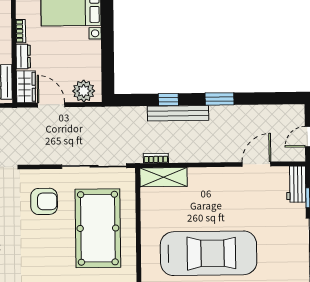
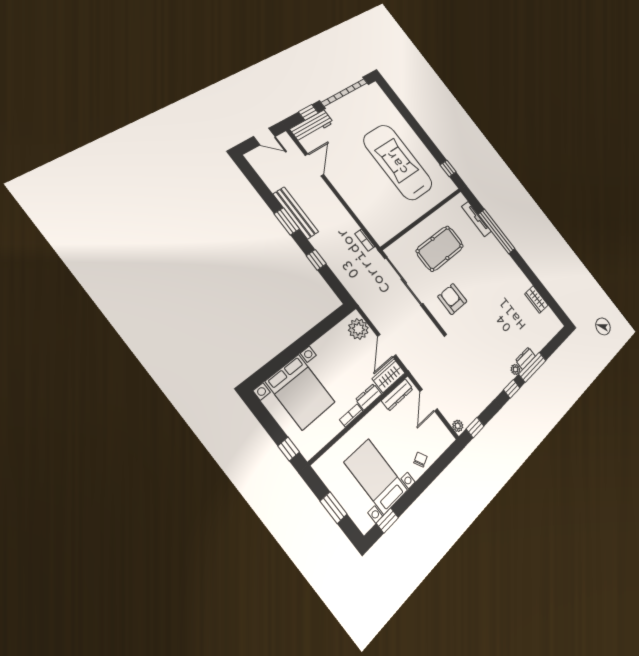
bench: (178, 113) -> (296, 213), moved
door: (256, 164) -> (314, 165), swing flipped
shelving: (164, 177) -> (373, 226), removed
workbench: (296, 184) -> (312, 126), width x1.38
pool table: (98, 228) -> (440, 248), width x0.73, depth x0.76

